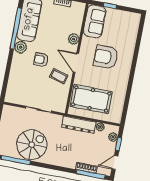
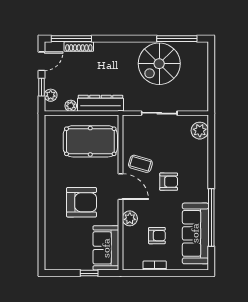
armchair: (57, 23) -> (157, 236), added
plant: (21, 47) -> (200, 131), moved

